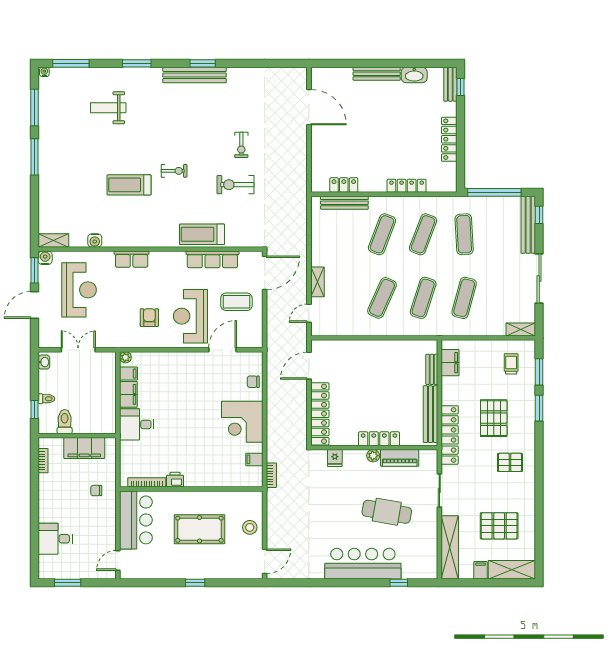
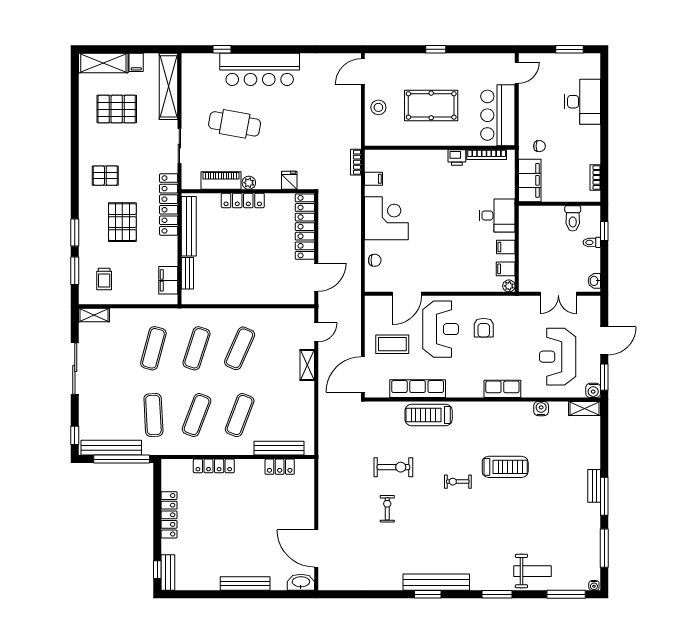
washbasin: (414, 75) -> (301, 582), moved
weight bench: (108, 108) -> (532, 571), moved
bench: (44, 167) -> (594, 486), added
bench: (528, 225) -> (111, 448), moved, turned 90
treadmill: (202, 234) -> (429, 415), turned 180
filing cabinet: (128, 394) -> (506, 247), width x0.50
filing cabinet: (84, 448) -> (530, 180), moved, turned 90
desk: (55, 539) -> (583, 102), width x1.37

